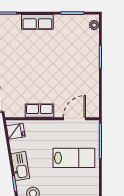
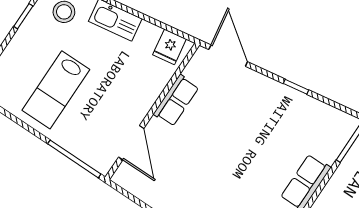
lab bench: (74, 158) -> (56, 90), moved

